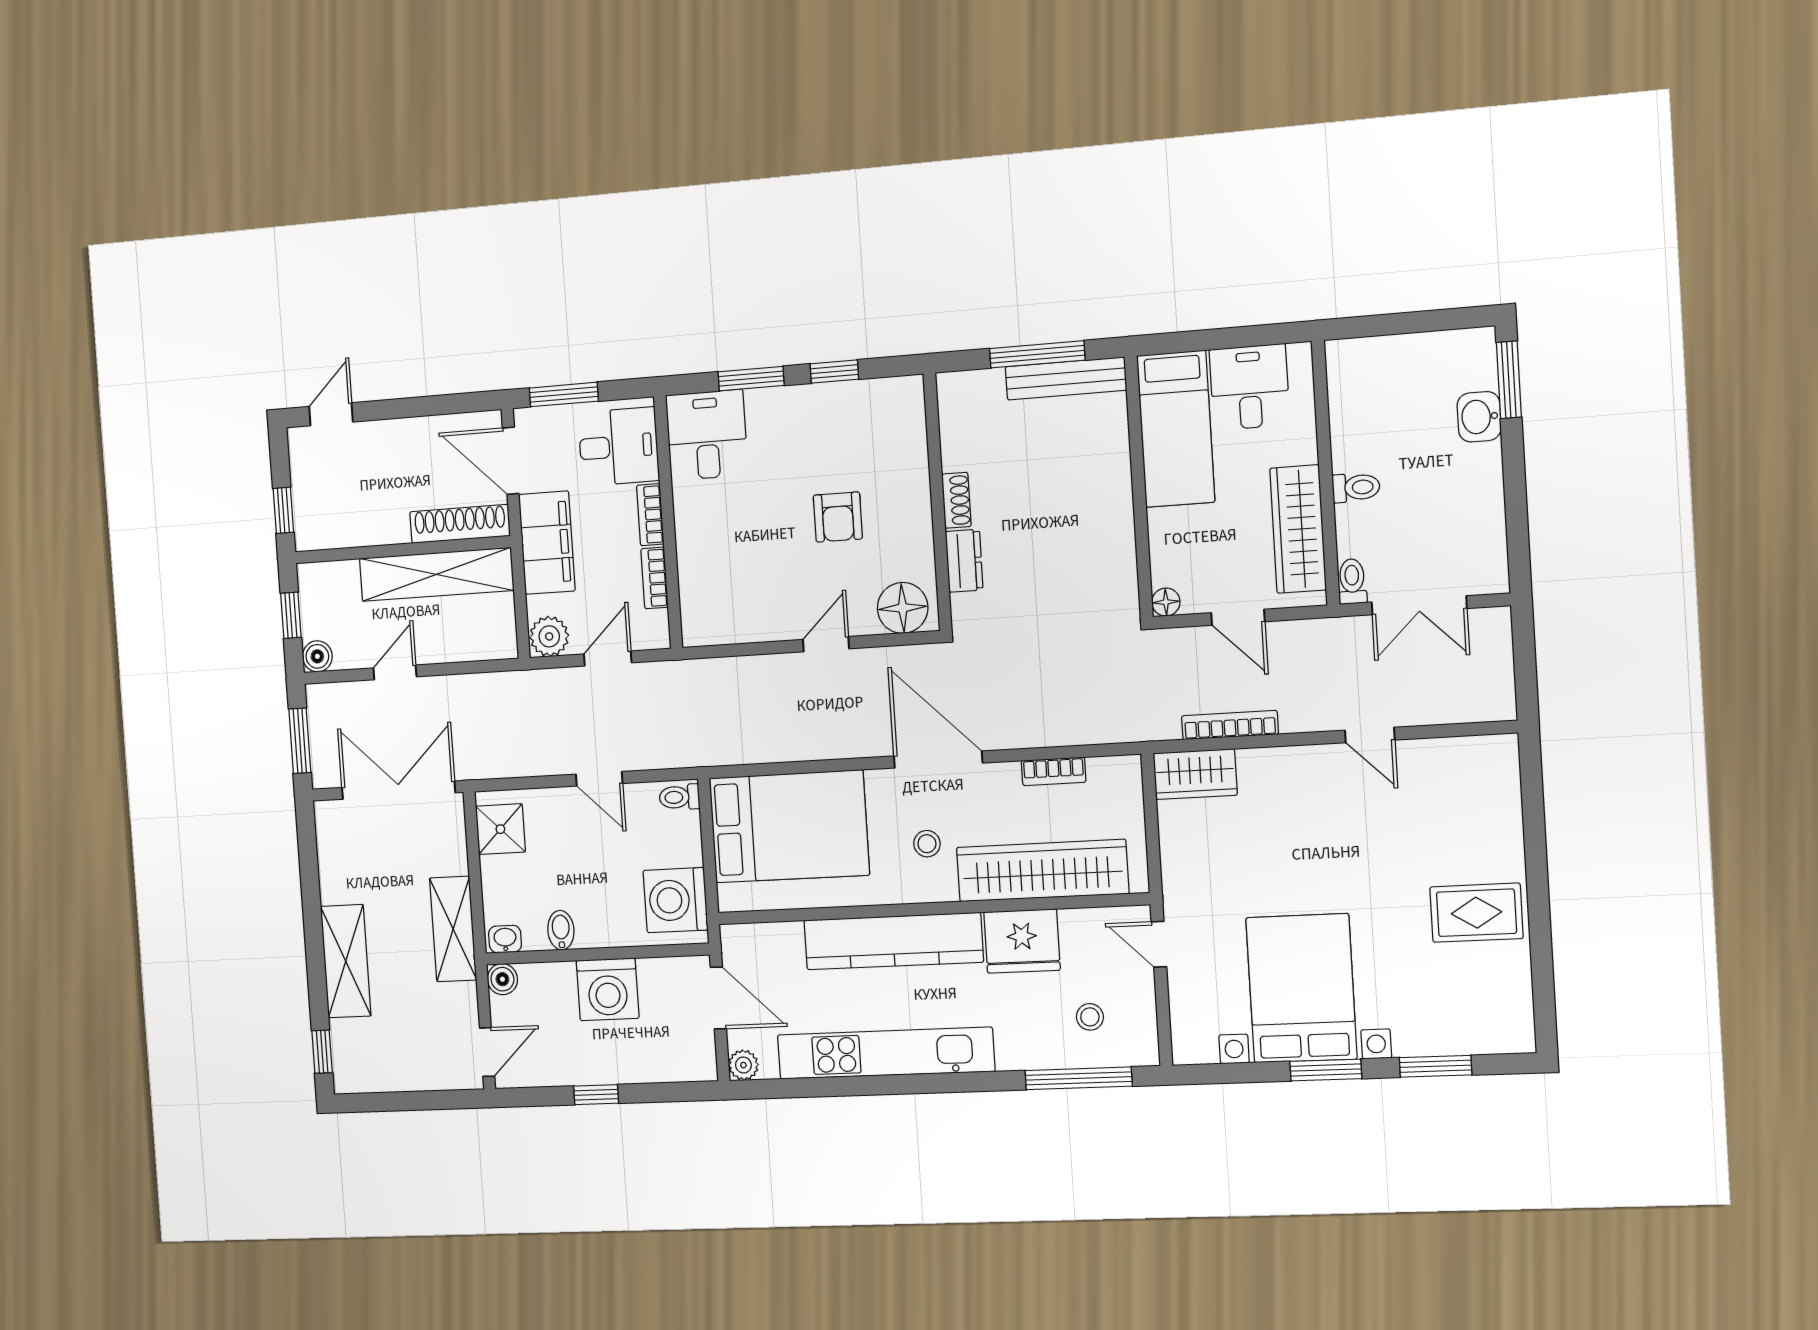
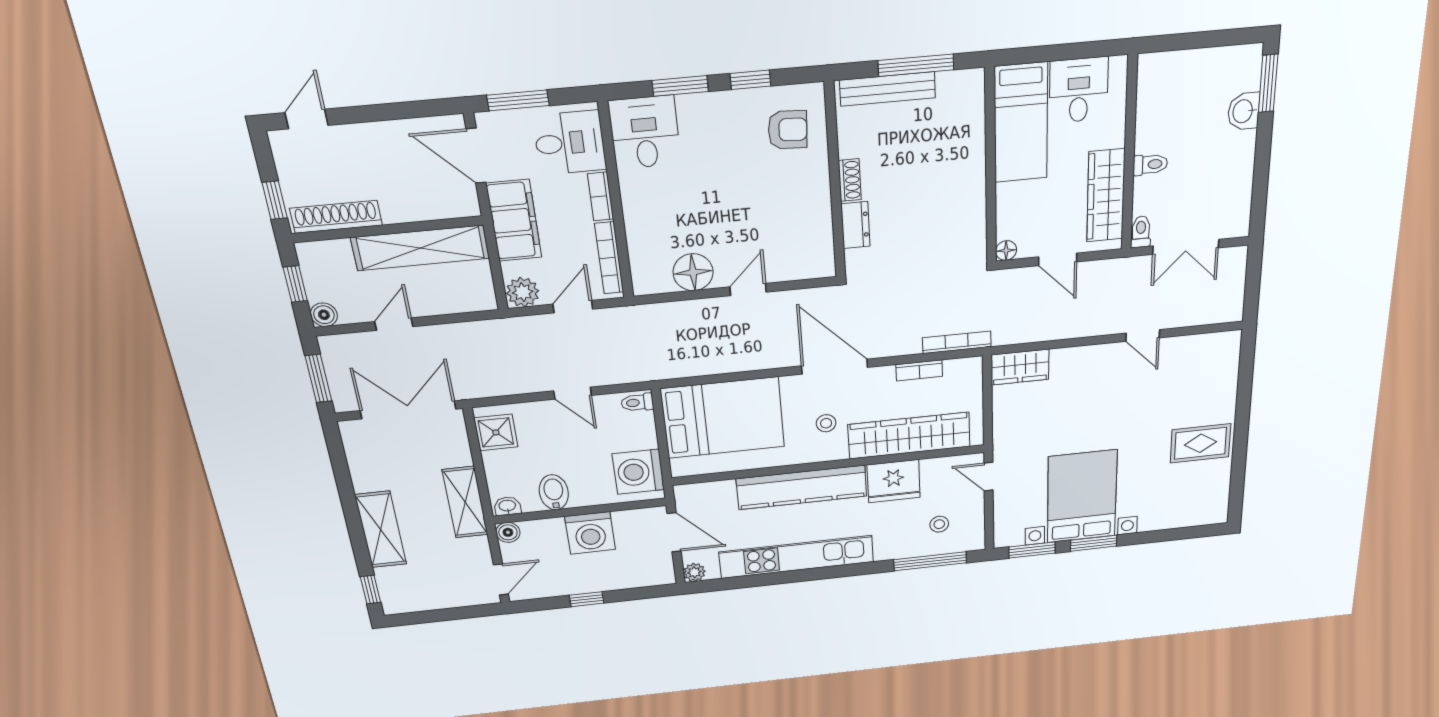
bench: (1066, 378) -> (887, 89), moved
armchair: (838, 517) -> (788, 130), moved, turned -87
shoe rack: (460, 524) -> (336, 217), moved
bookcase: (655, 578) -> (609, 258), width x1.56
floor lamp: (903, 608) -> (693, 272), moved
bookcase: (1230, 725) -> (957, 342), moved
bidet: (561, 930) -> (554, 492), width x1.38, depth x1.36
window: (1436, 1066) -> (1032, 550), moved

